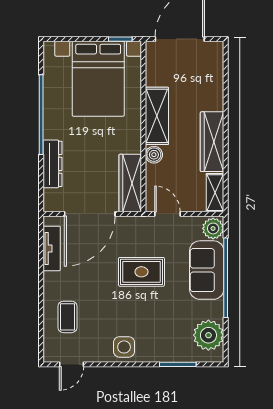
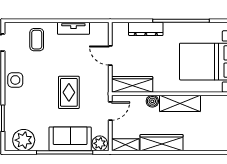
door: (90, 214) -> (110, 56), width x0.53
tv unit: (52, 248) -> (73, 28), moved
coffee table: (67, 317) -> (37, 40), turned 90

